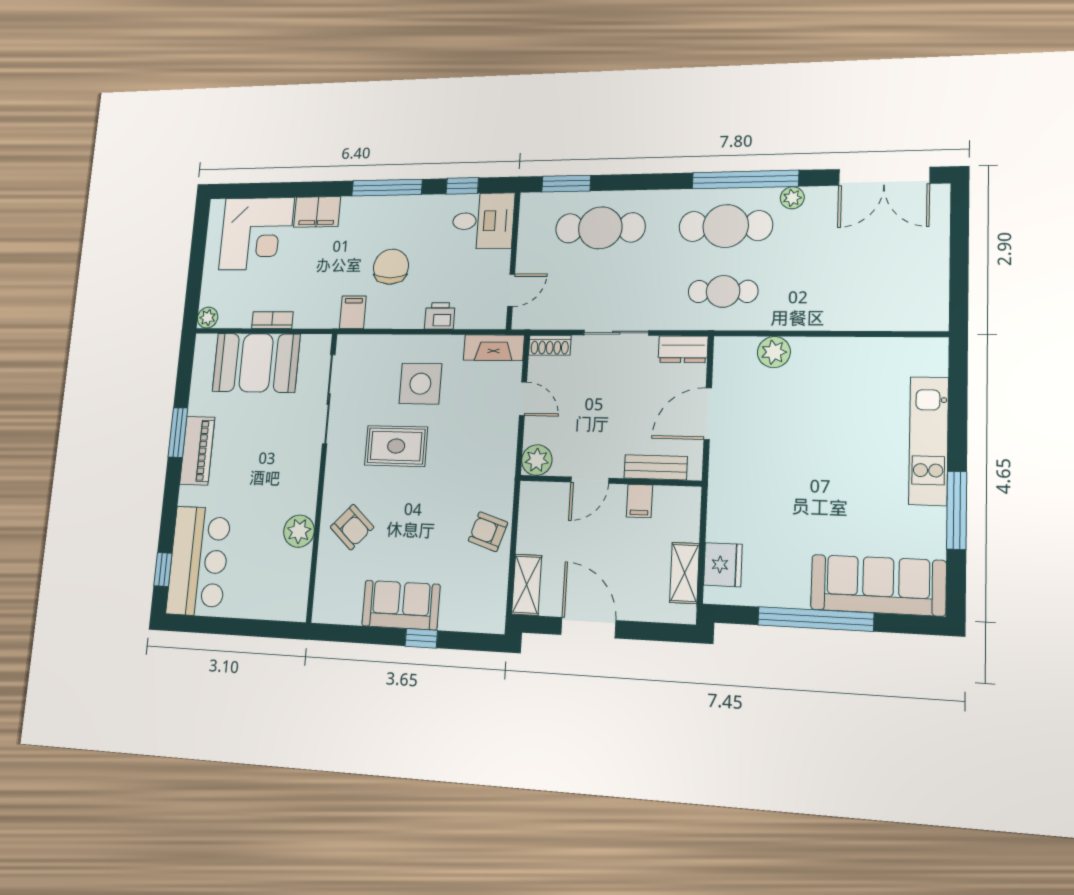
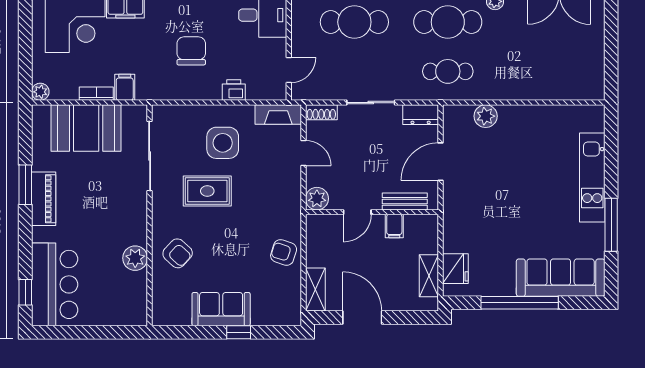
filing cabinet: (353, 312) -> (125, 87), moved

